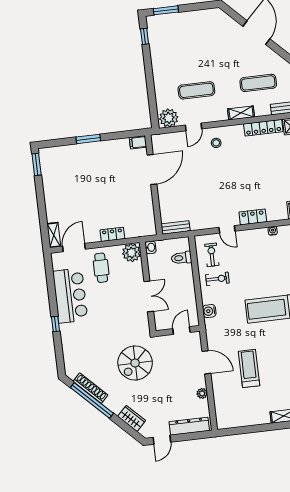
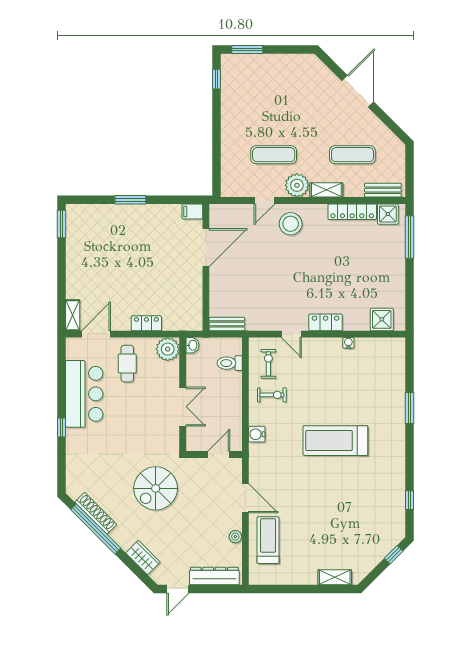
plant: (169, 118) -> (297, 185), moved
stool: (216, 143) -> (291, 224), width x1.89, depth x1.89
treadmill: (249, 368) -> (268, 540), moved

